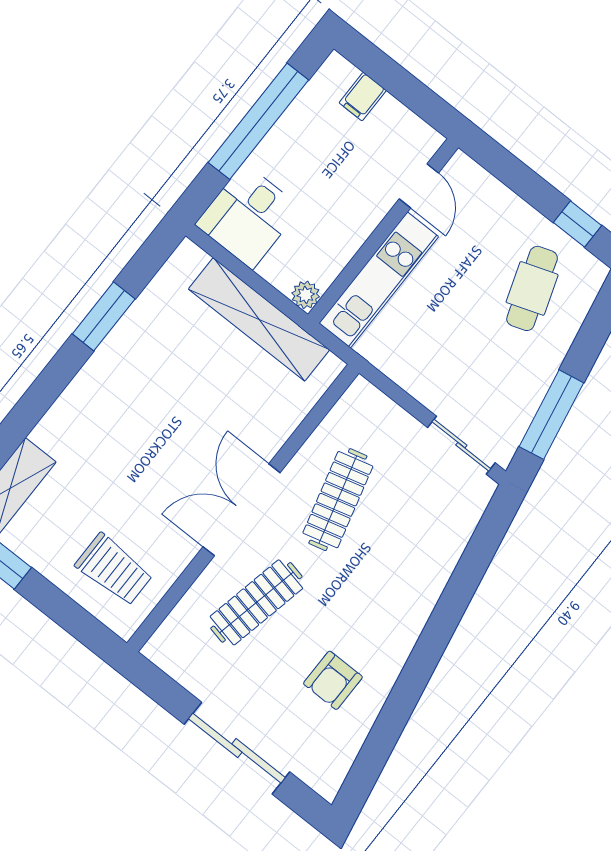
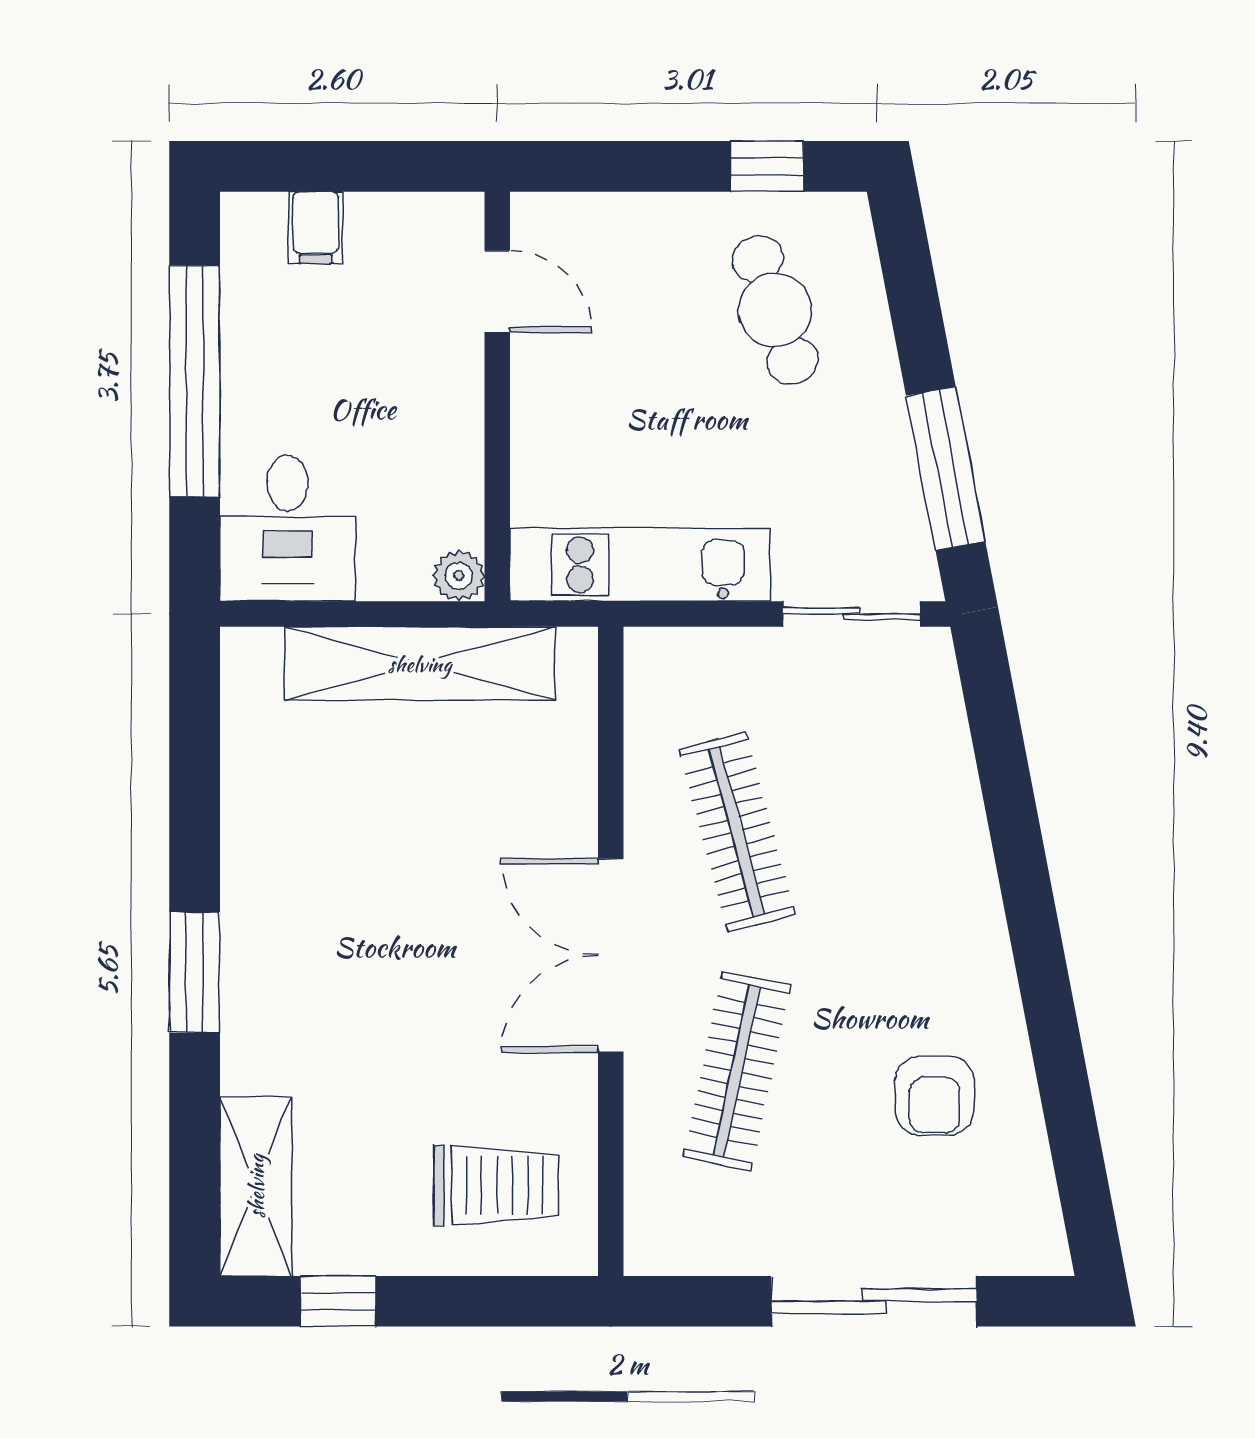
kitchen unit: (379, 280) -> (640, 565), moved, turned -90
window: (104, 316) -> (195, 972), moved

